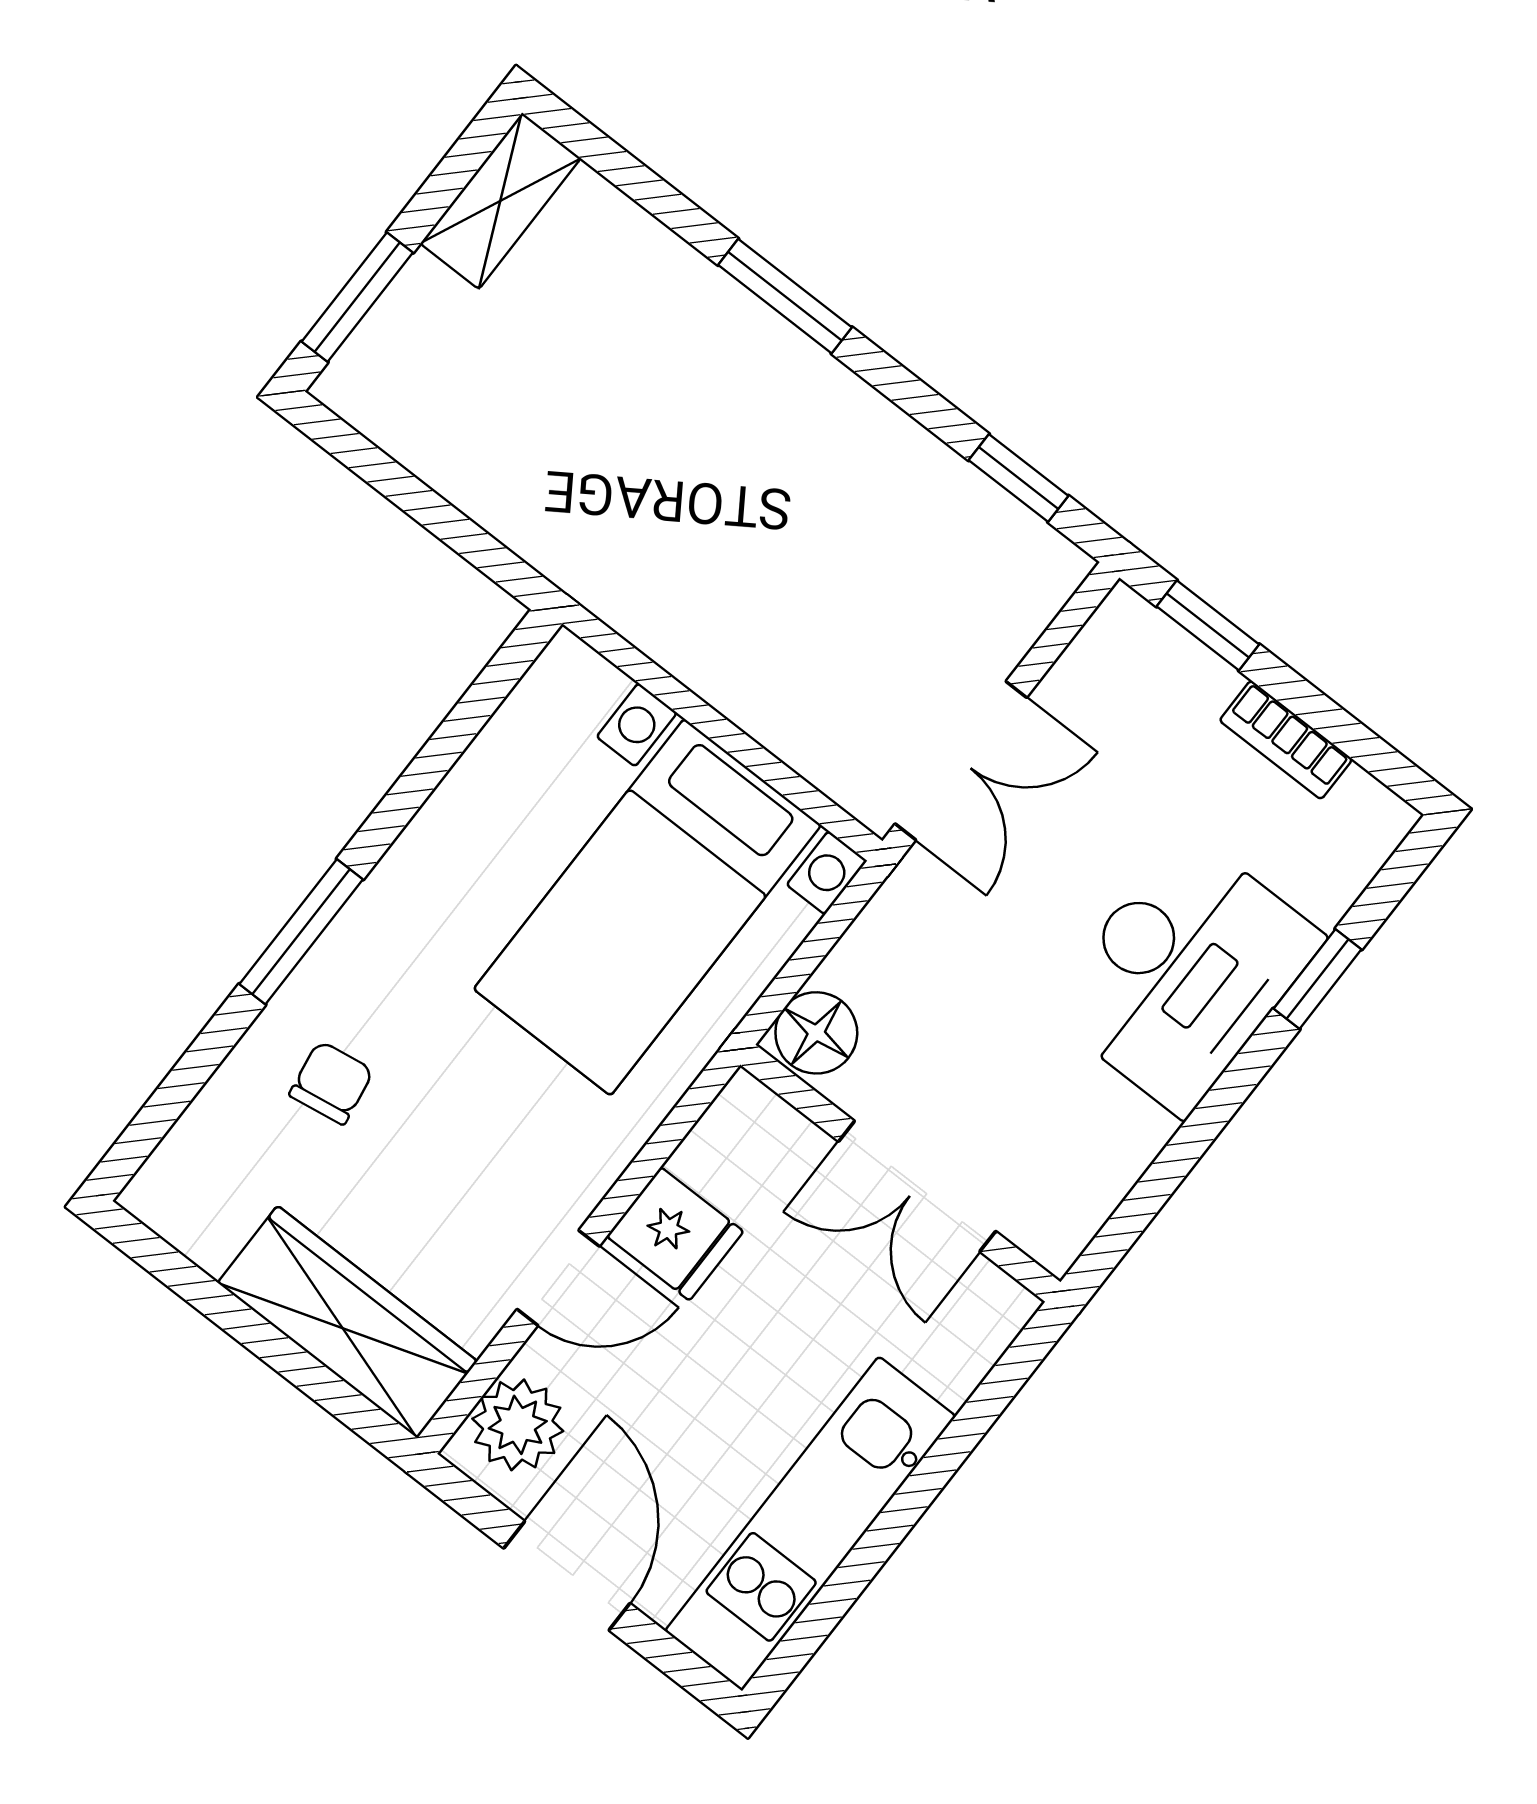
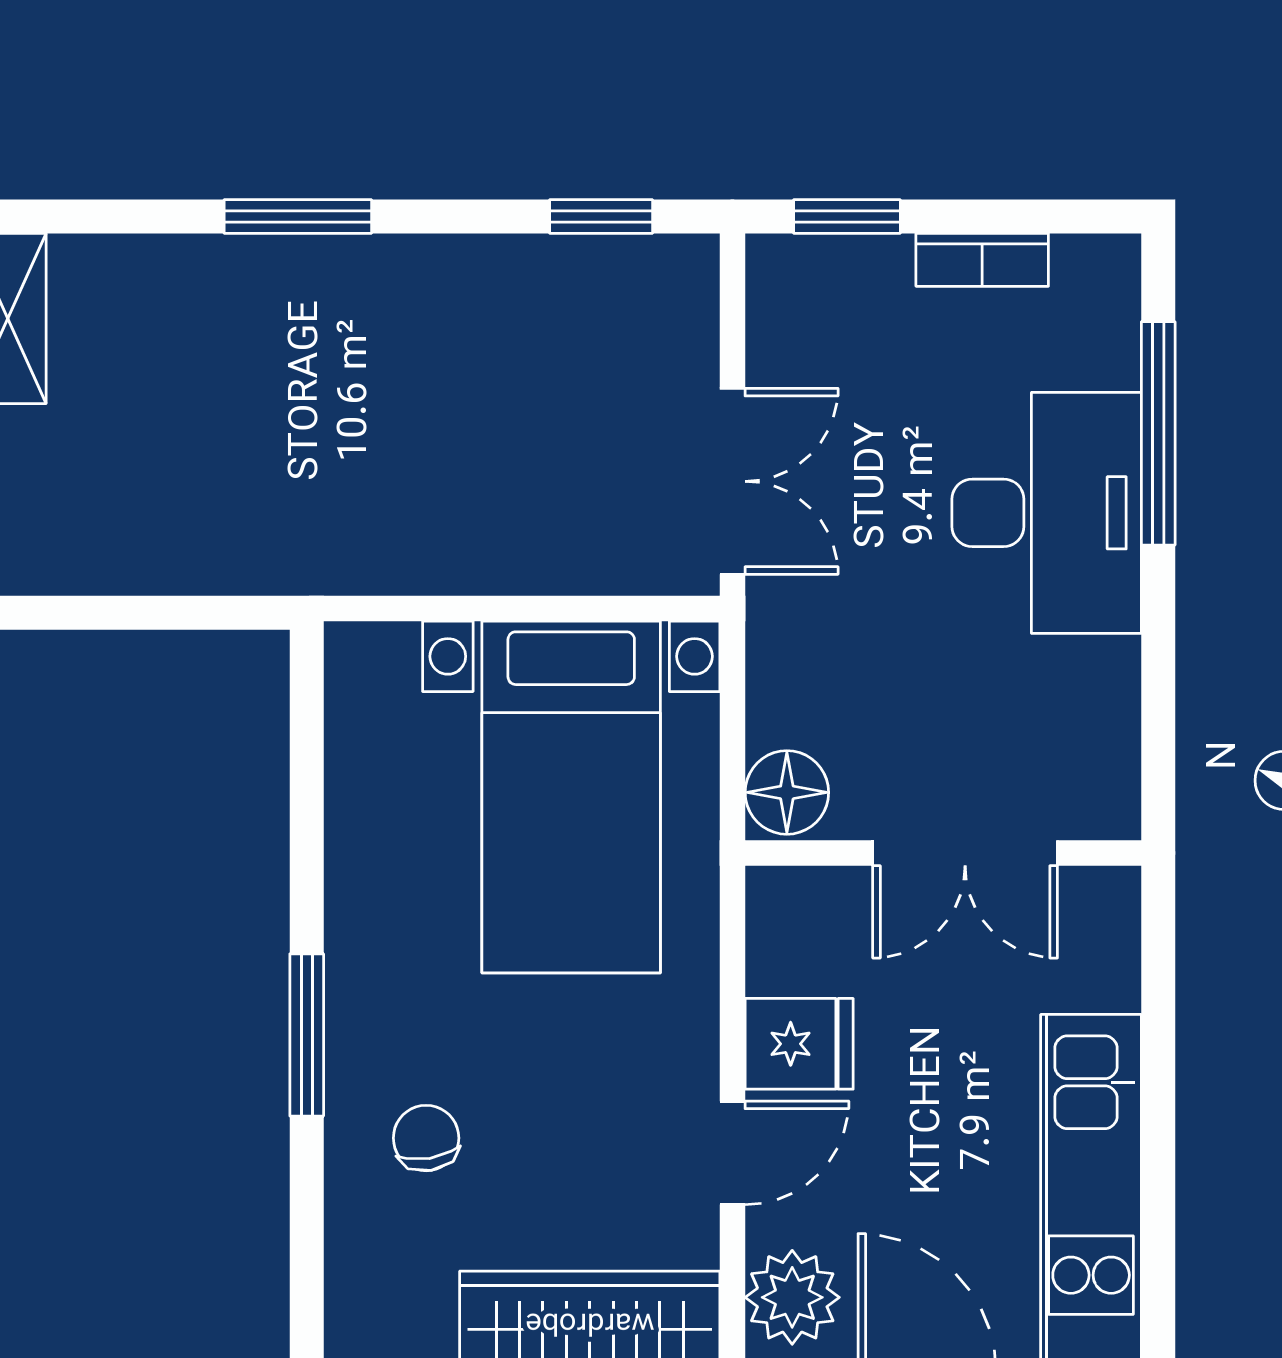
window: (1317, 979) -> (1158, 433), width x2.17

